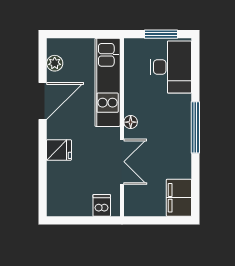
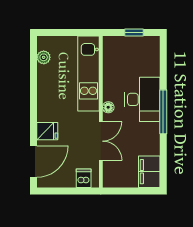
window: (161, 34) -> (134, 33), width x0.67
desk: (171, 67) -> (142, 99), moved
door: (43, 101) -> (33, 162), moved

